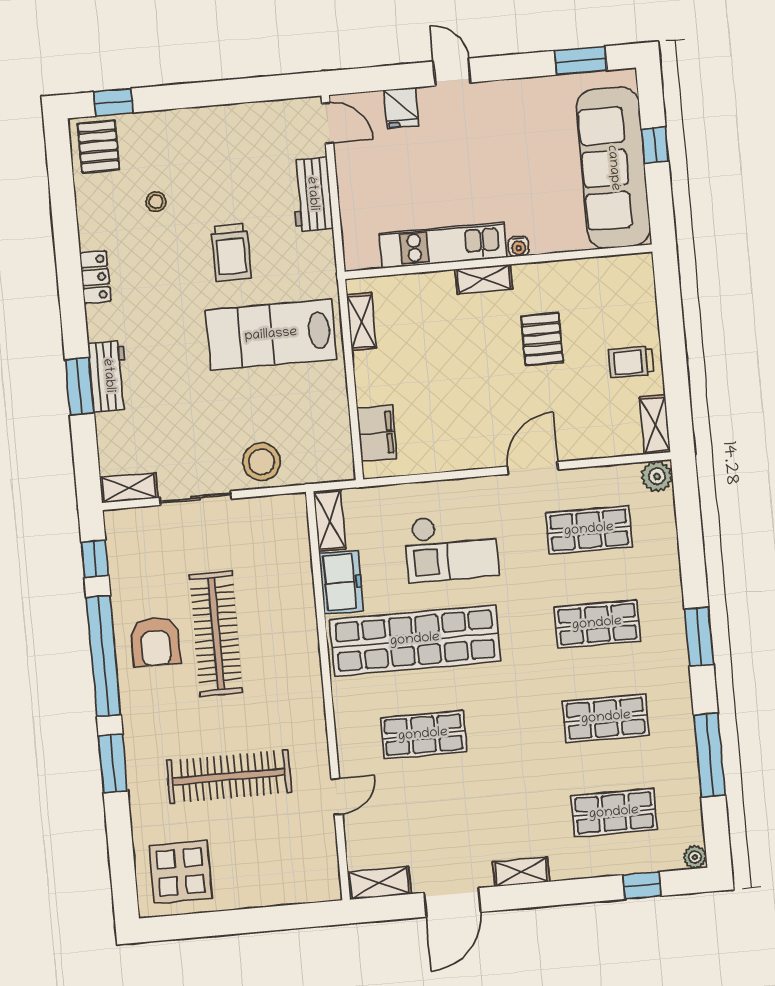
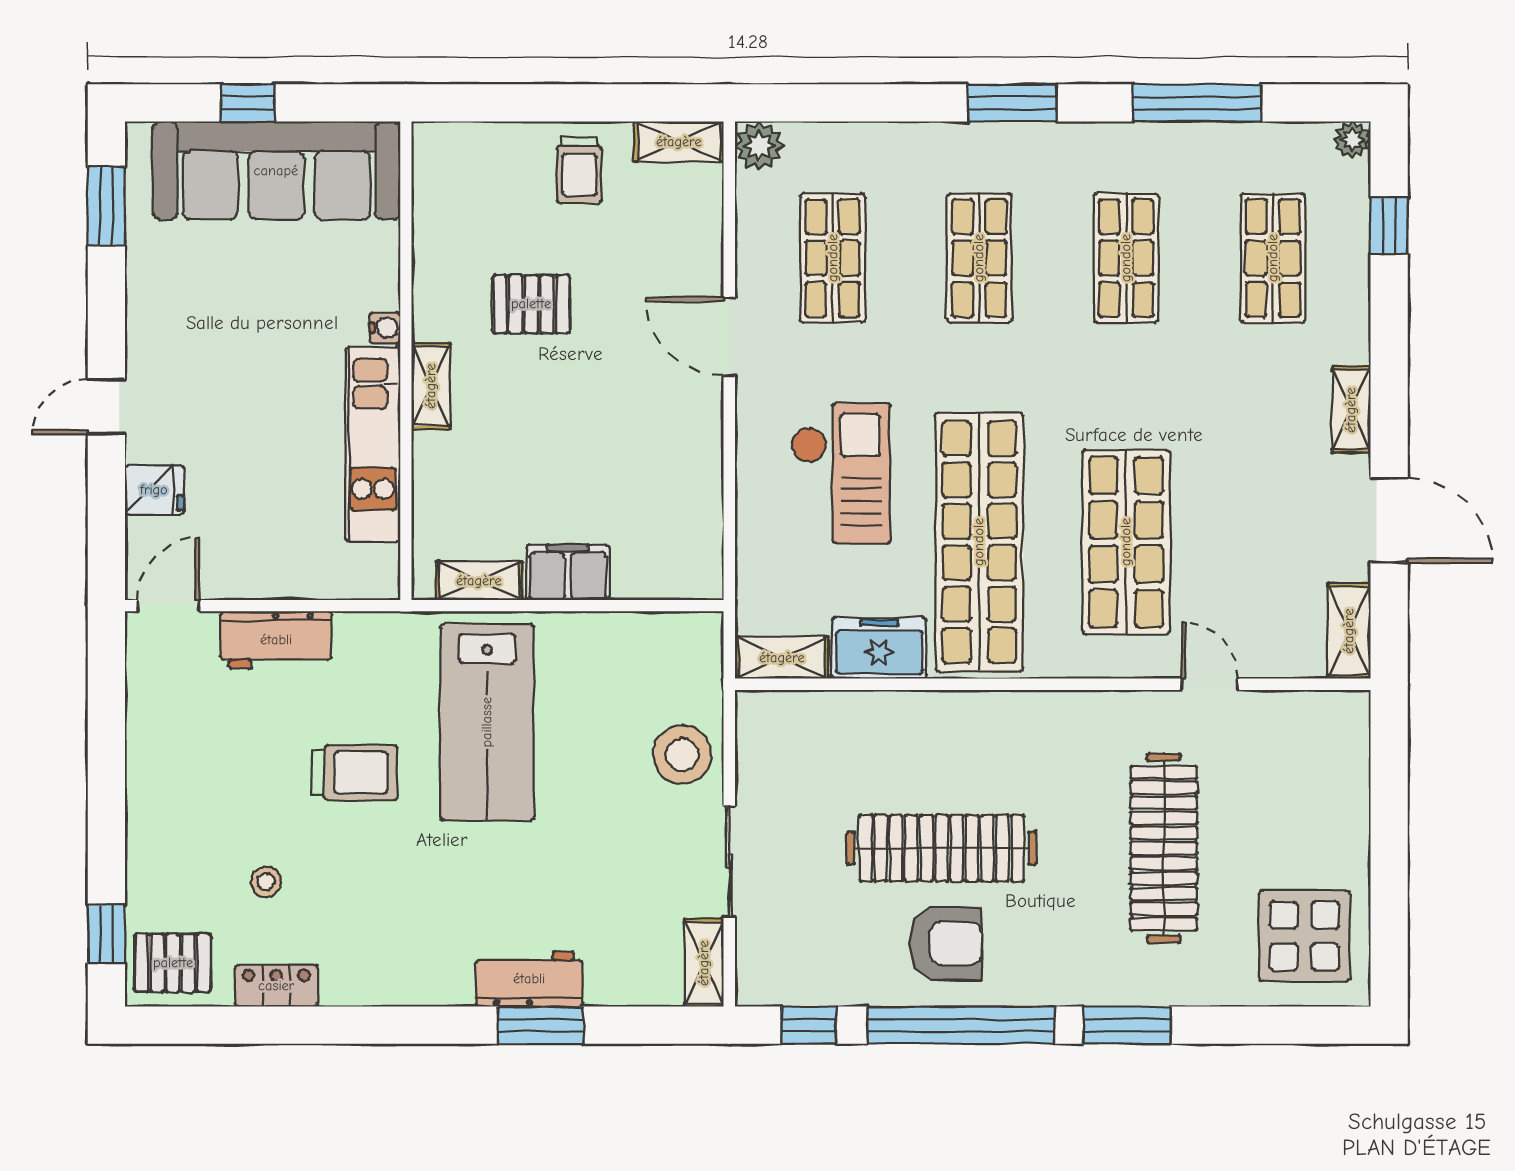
locker: (95, 277) -> (276, 986), moved
filing cabinet: (377, 433) -> (568, 572), moved
shop shelf: (423, 735) -> (1126, 542), width x1.43, depth x1.36

